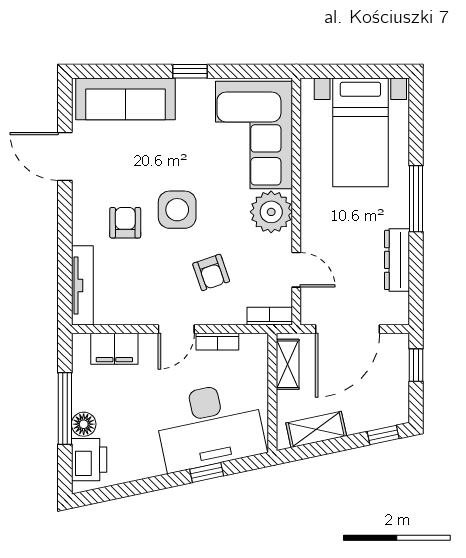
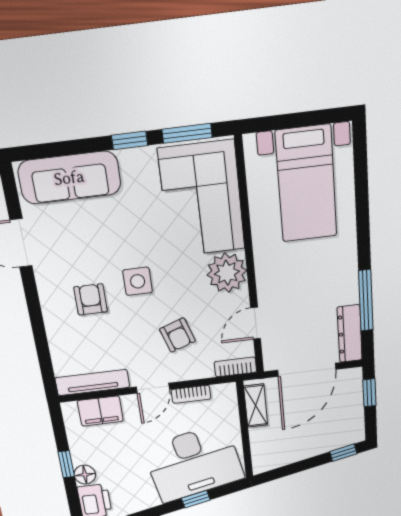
window: (247, 71) -> (187, 133), added
window: (416, 199) -> (366, 301), moved
side table: (177, 210) -> (138, 281), width x0.73, depth x0.73
dresser: (397, 260) -> (350, 334), moved
door: (296, 270) -> (256, 323), swing flipped
tv unit: (82, 285) -> (92, 382), moved, turned -90
window: (65, 408) -> (66, 464), width x0.46
shelving: (316, 429) -> (285, 455), removed

